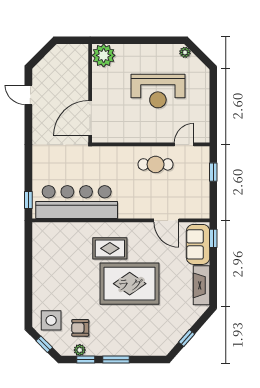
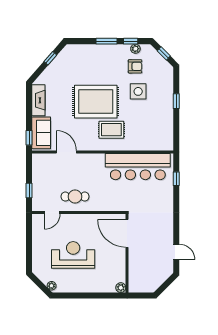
plant: (104, 55) -> (121, 288), width x0.53, depth x0.53
door: (90, 118) -> (127, 233), swing flipped
window: (28, 200) -> (176, 179), moved
window: (28, 284) -> (176, 101), added
side table: (51, 320) -> (138, 91), moved

